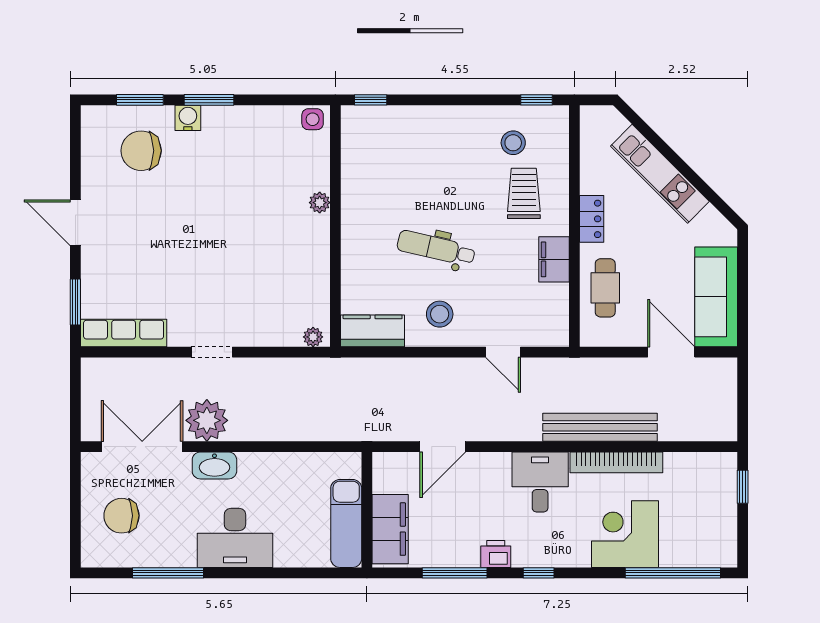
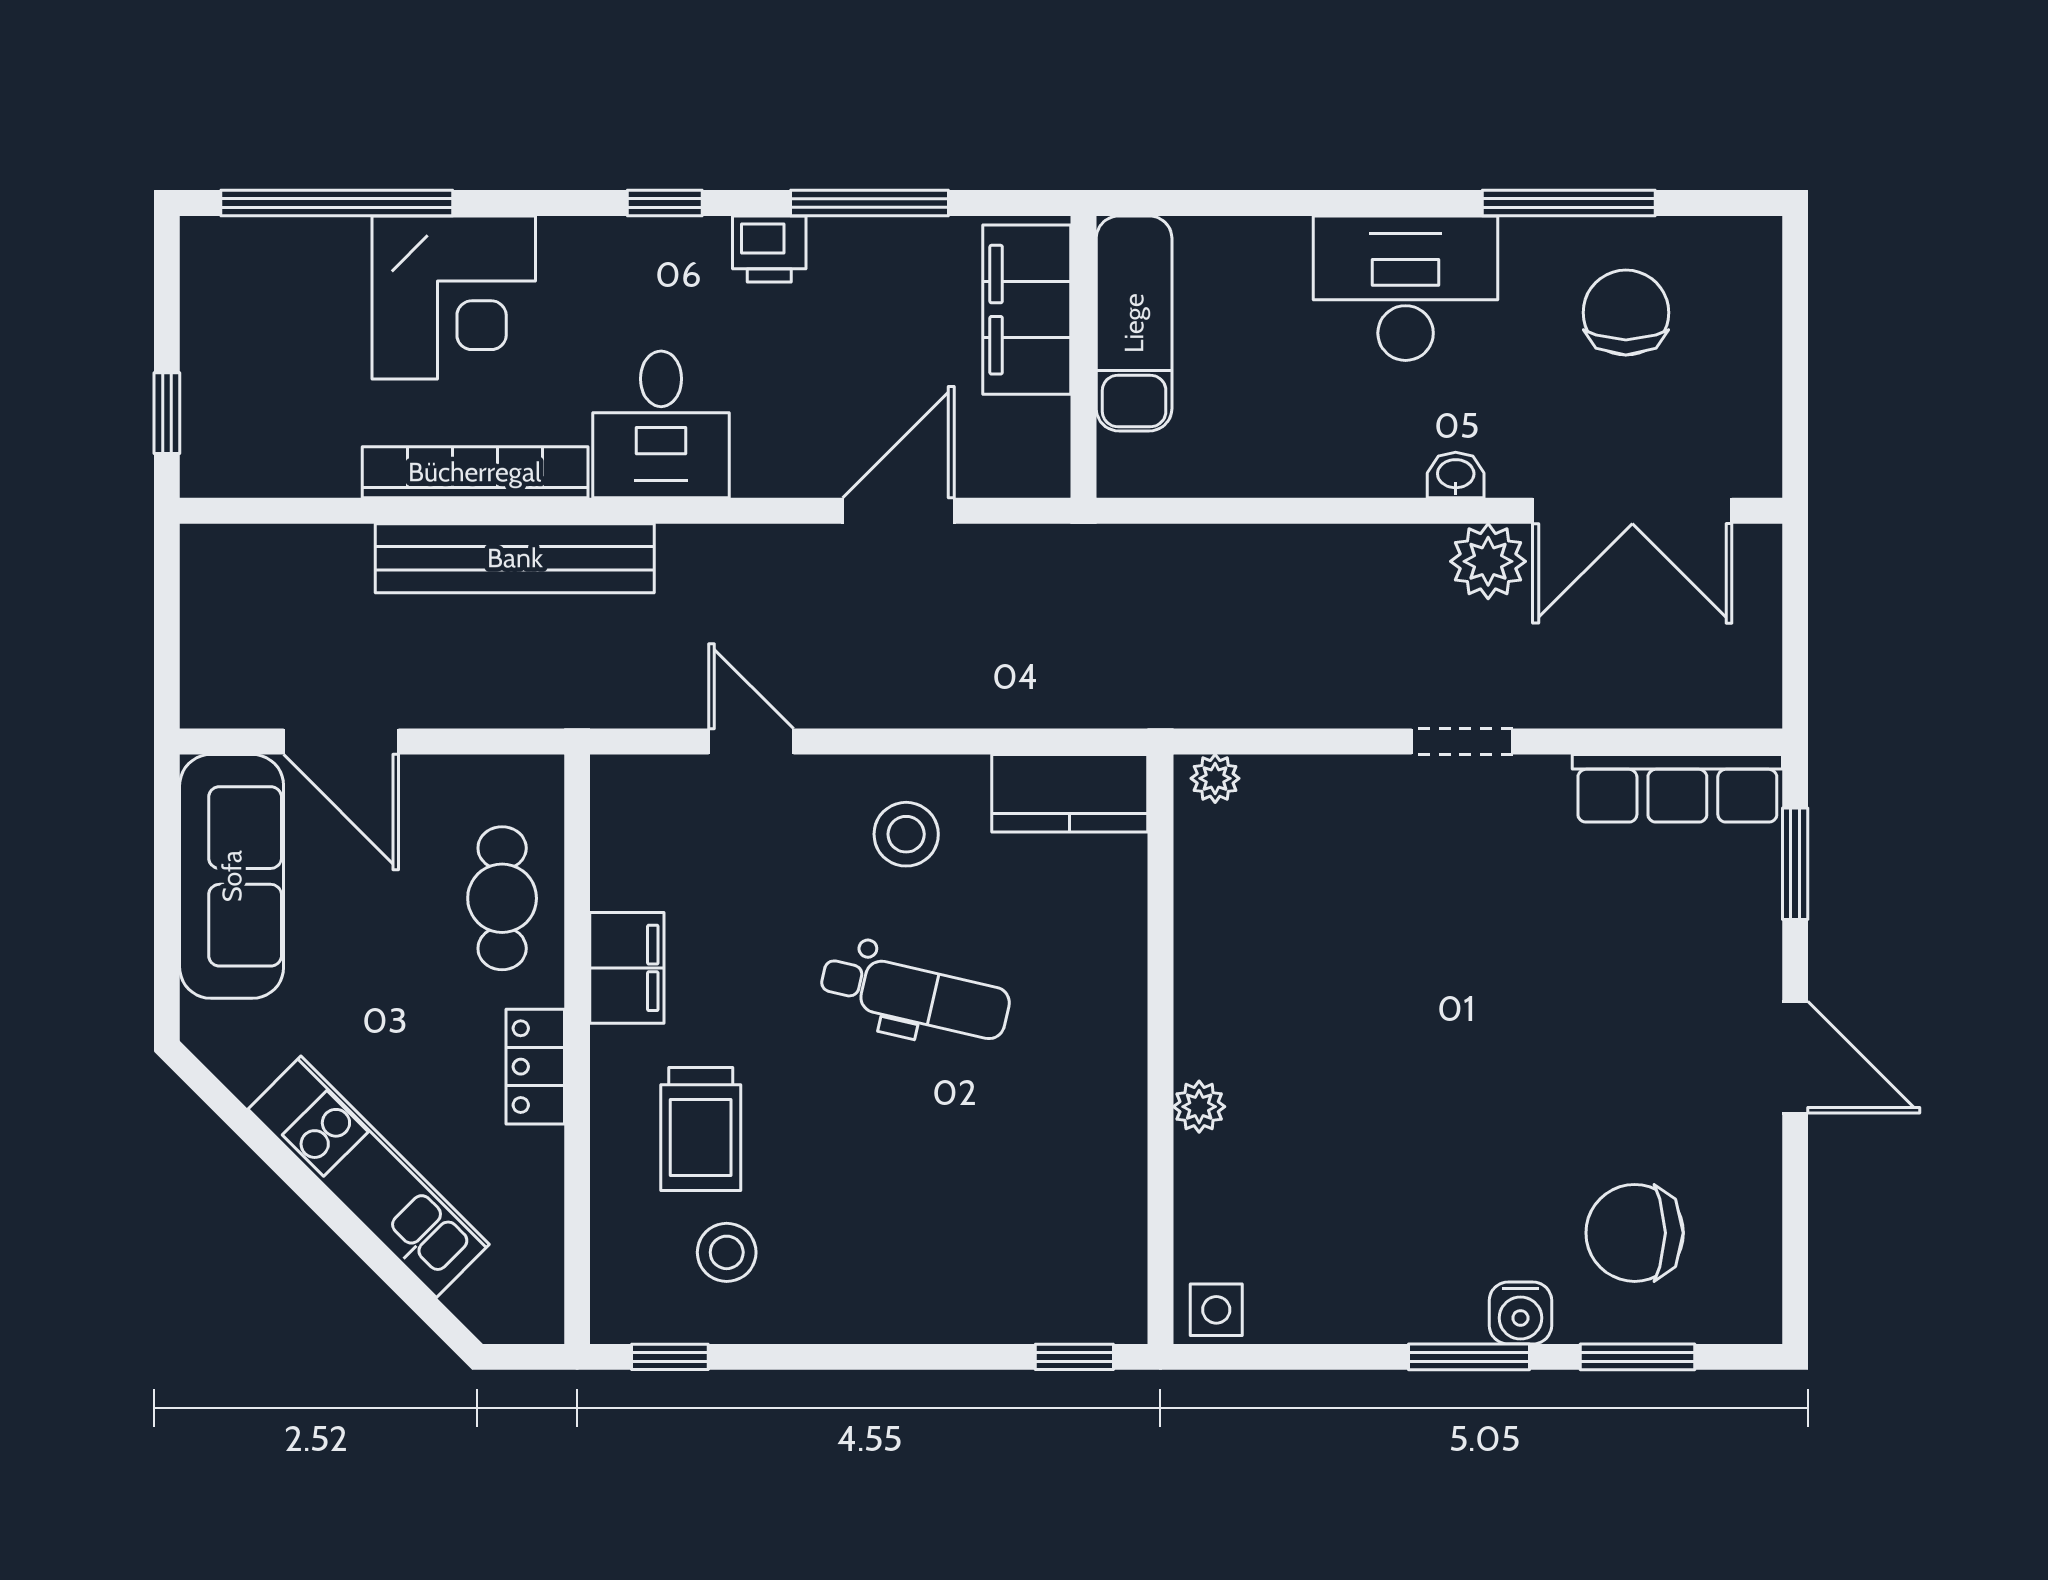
chair: (141, 151) -> (1635, 1233), turned 180
plant: (207, 420) -> (1488, 561), width x0.73, depth x0.73
washbasin: (214, 465) -> (1456, 475), width x0.52, depth x0.69
chair: (122, 516) -> (1626, 313), moved, turned -90

